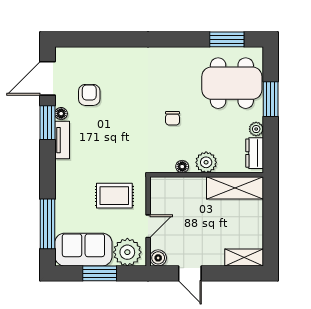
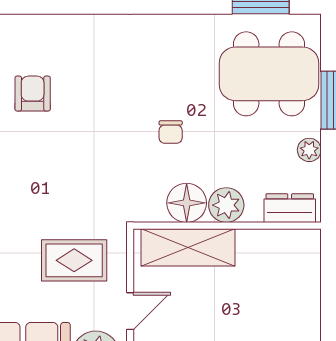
dresser: (255, 153) -> (290, 208), moved, turned 90
floor lamp: (182, 167) -> (187, 203), width x1.89, depth x1.89
shelving: (235, 188) -> (188, 247), moved

